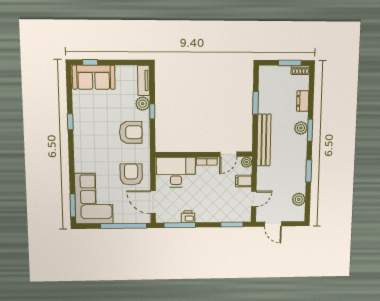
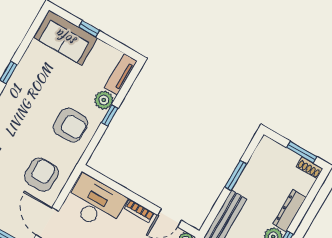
window: (90, 62) -> (89, 29), moved
dresser: (303, 101) -> (289, 211), width x1.44

